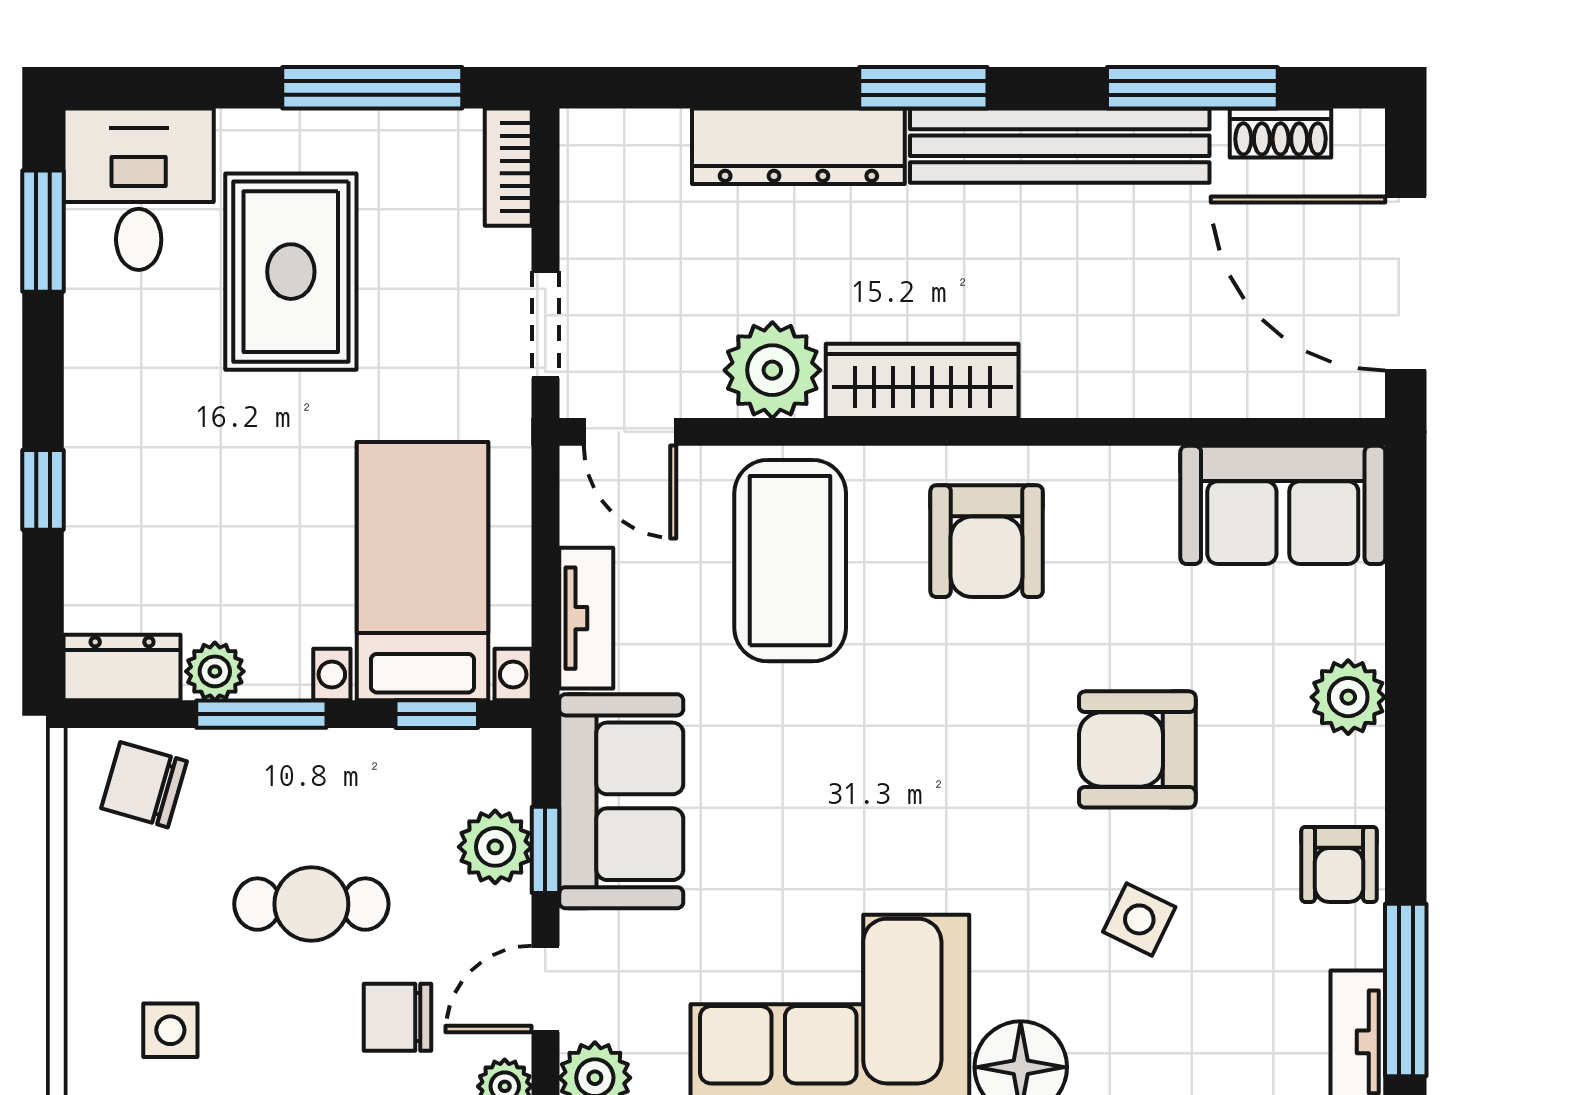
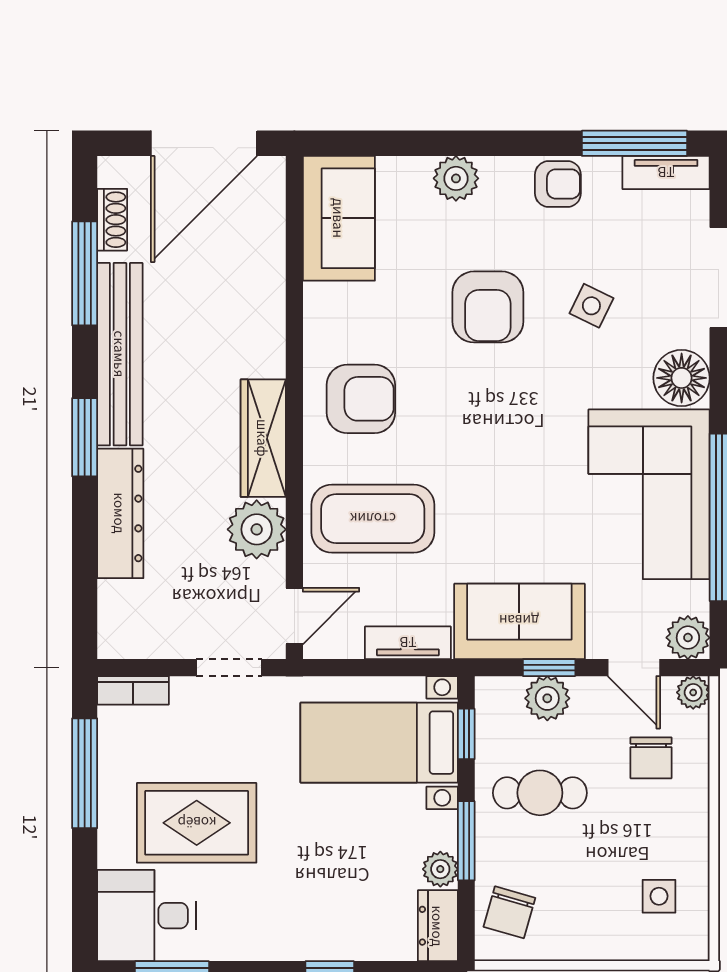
cafe table: (311, 904) -> (540, 793), moved, turned 90

